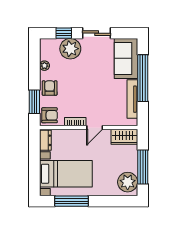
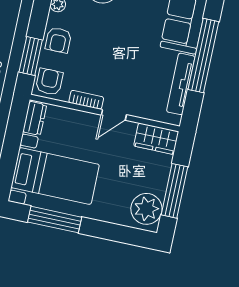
armchair: (50, 88) -> (58, 40), turned 180
armchair: (50, 115) -> (49, 82), turned -90

